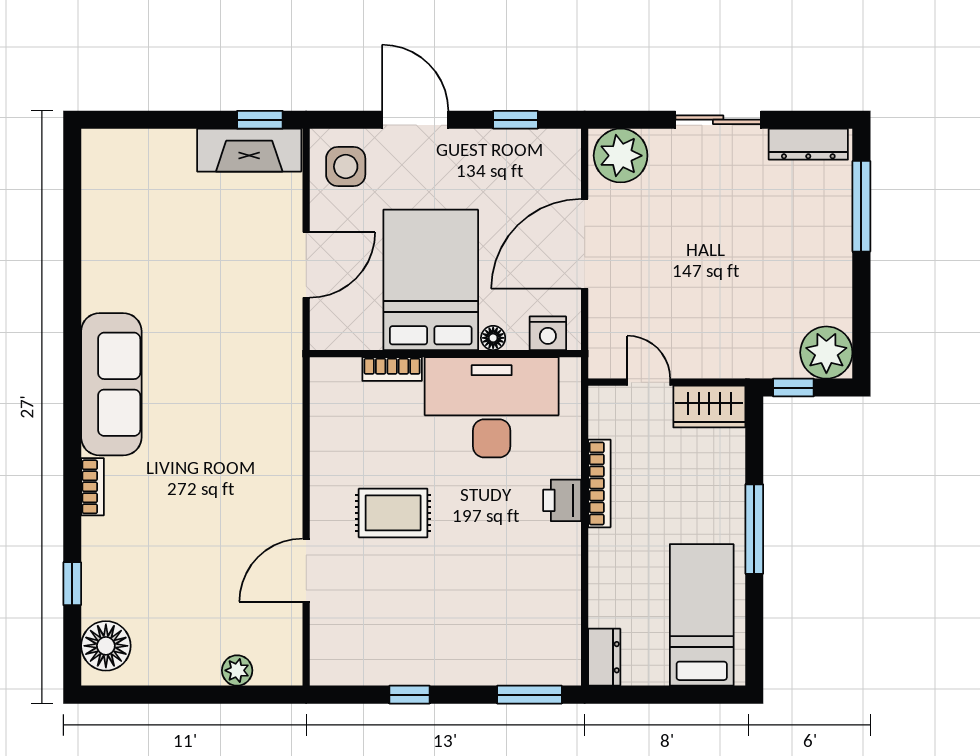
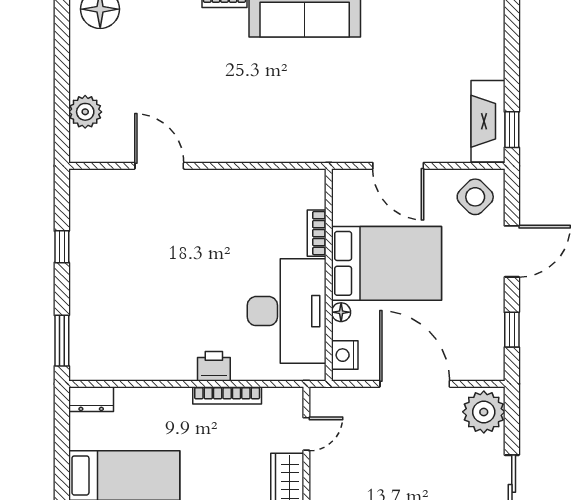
side table: (346, 167) -> (475, 197), turned 45
rug: (393, 513) -> (204, 234), removed
plant: (237, 670) -> (85, 112), width x1.38, depth x1.38

